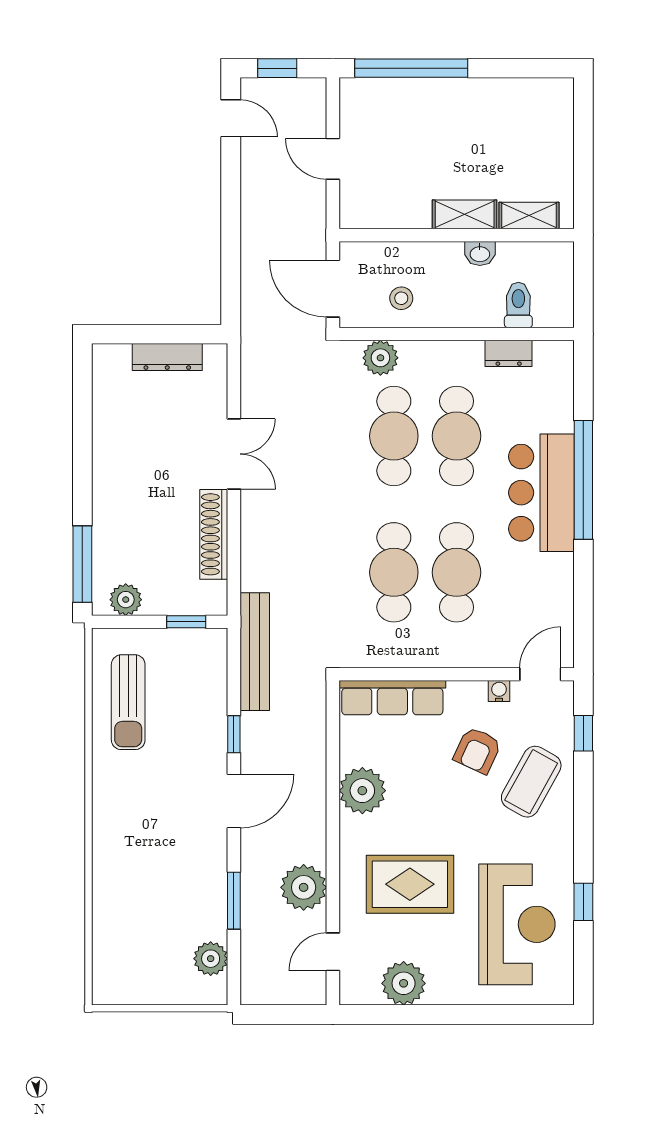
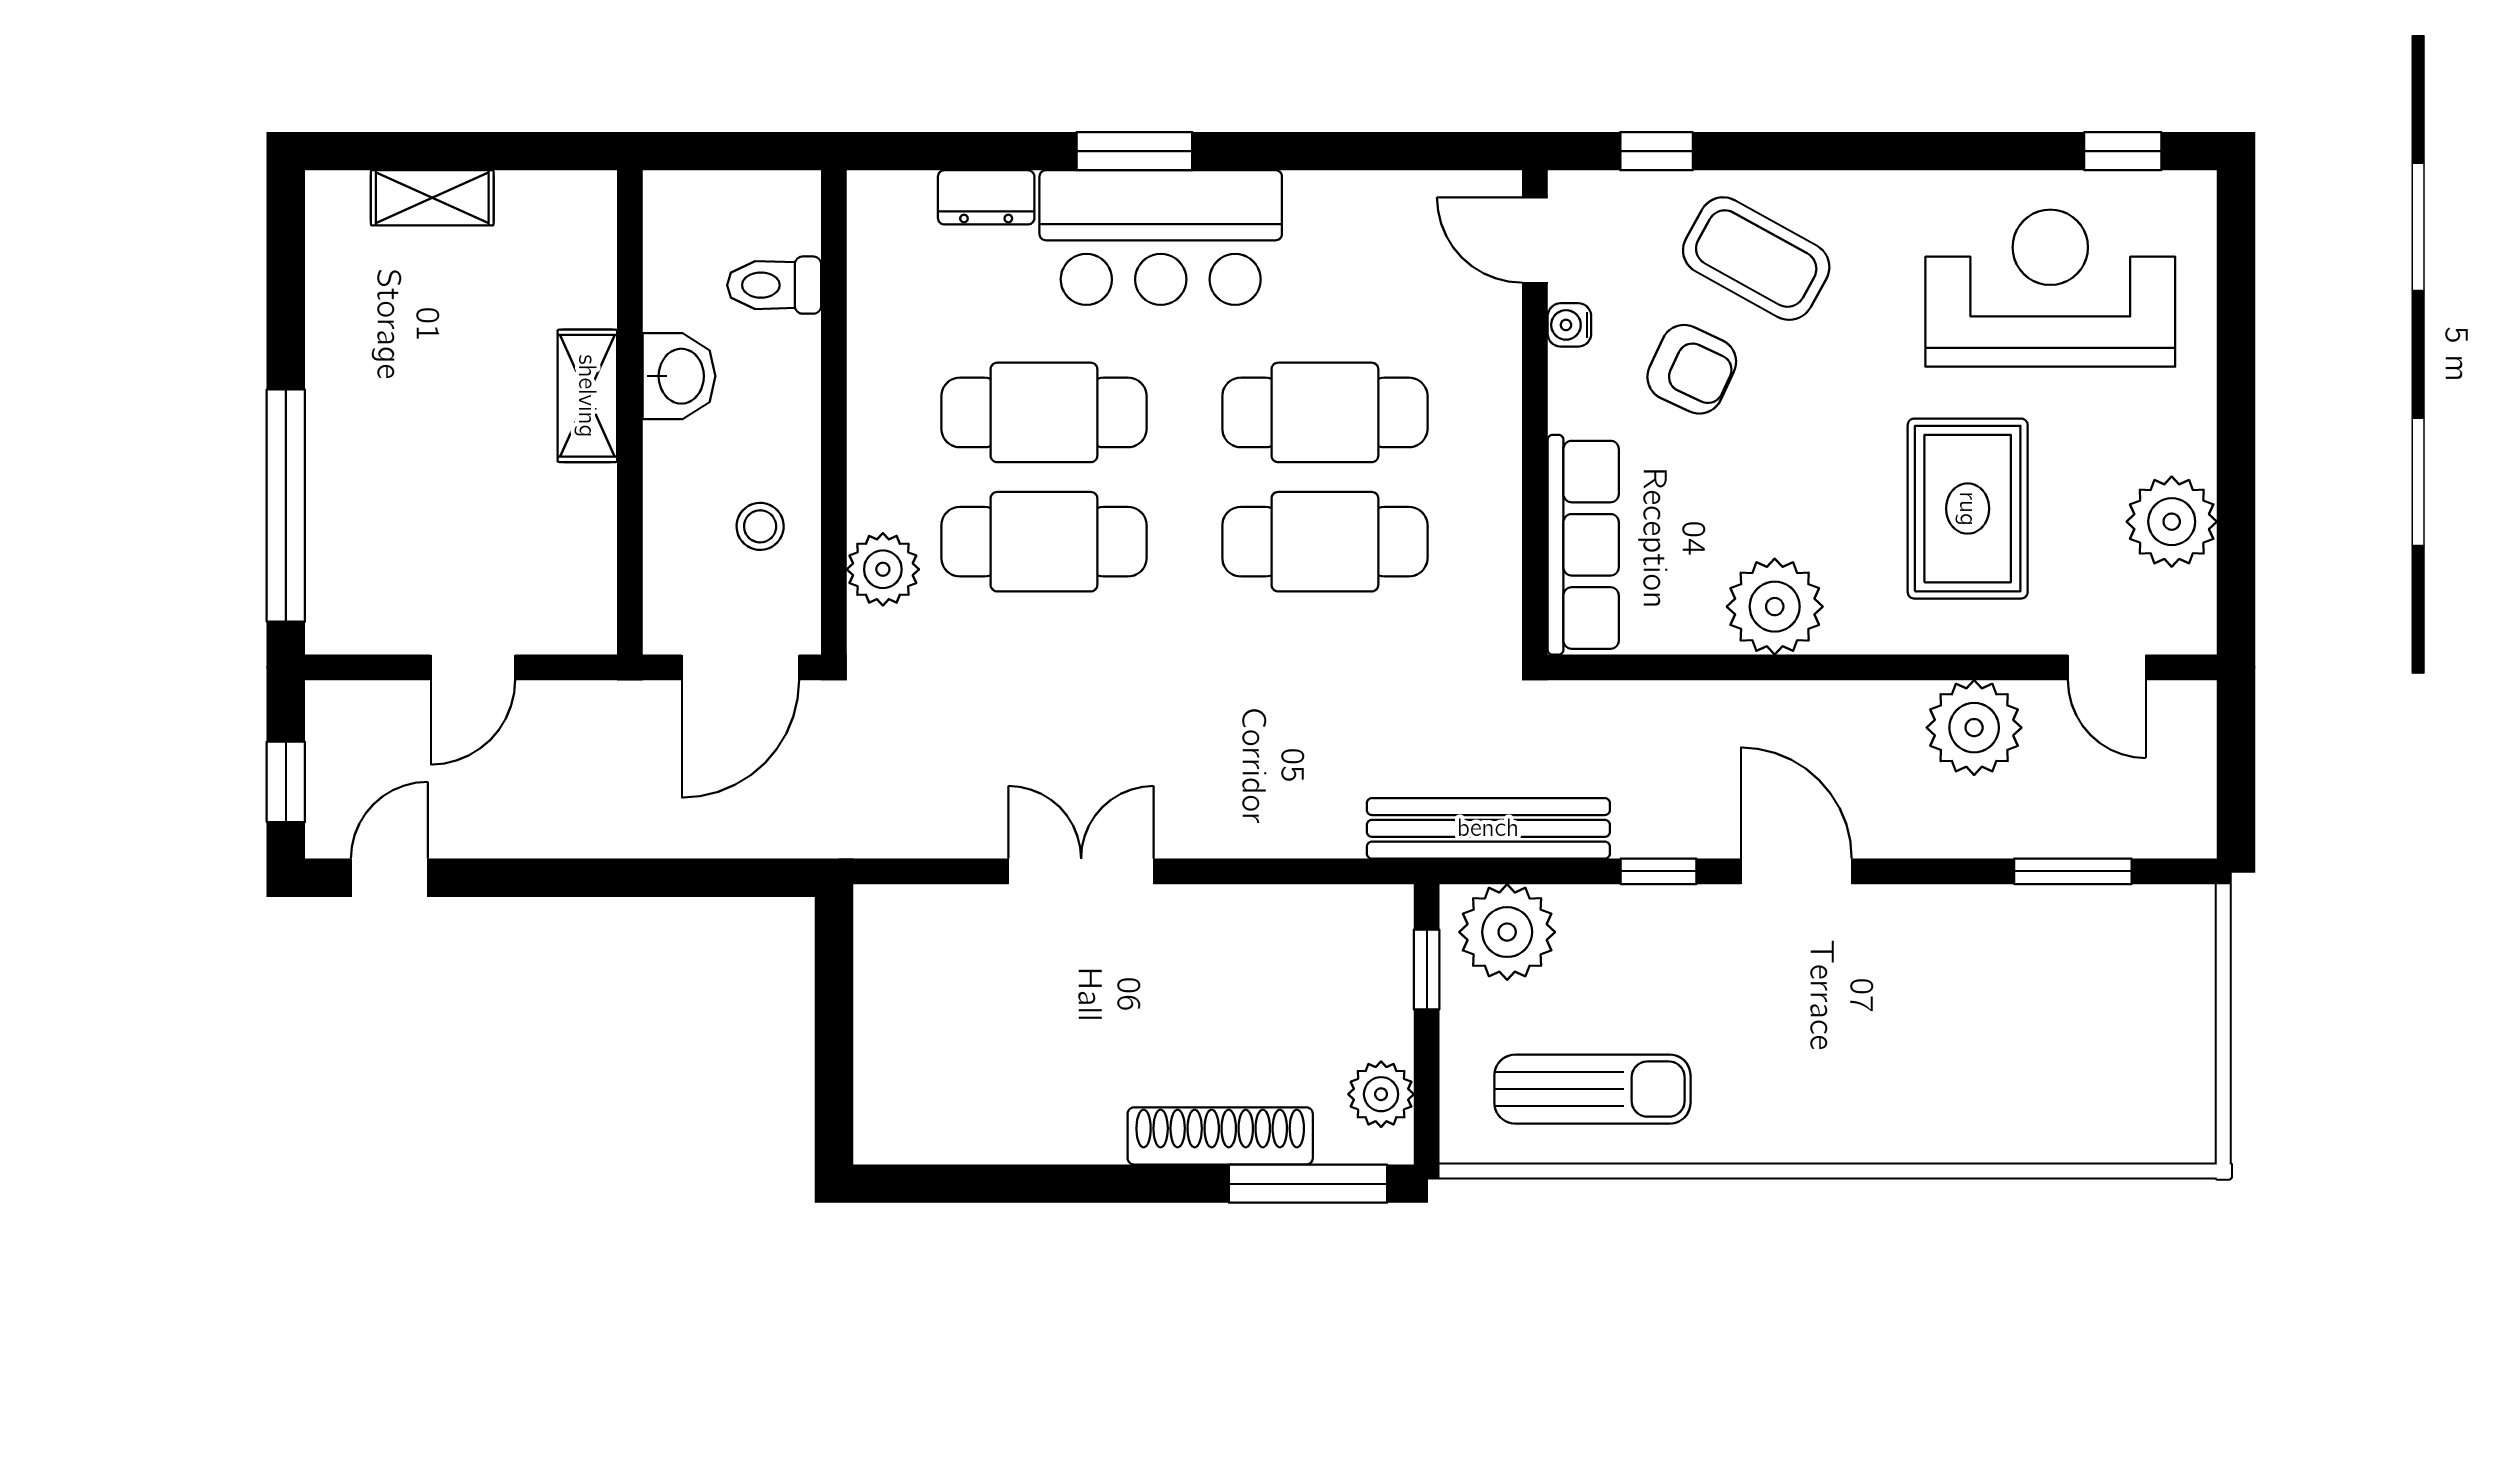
shelving: (529, 215) -> (432, 198), moved, turned 90
washbasin: (480, 253) -> (679, 376), width x1.38, depth x1.45
dresser: (509, 353) -> (986, 197), moved, turned 90
dresser: (167, 357) -> (881, 1009), removed
window: (583, 480) -> (1134, 151), width x0.47
shoe rack: (214, 534) -> (1220, 1136), moved, turned 180
window: (234, 901) -> (2073, 871), moved
window: (583, 902) -> (2123, 151), moved
plant: (211, 959) -> (1507, 932), moved, width x1.36, depth x1.36

